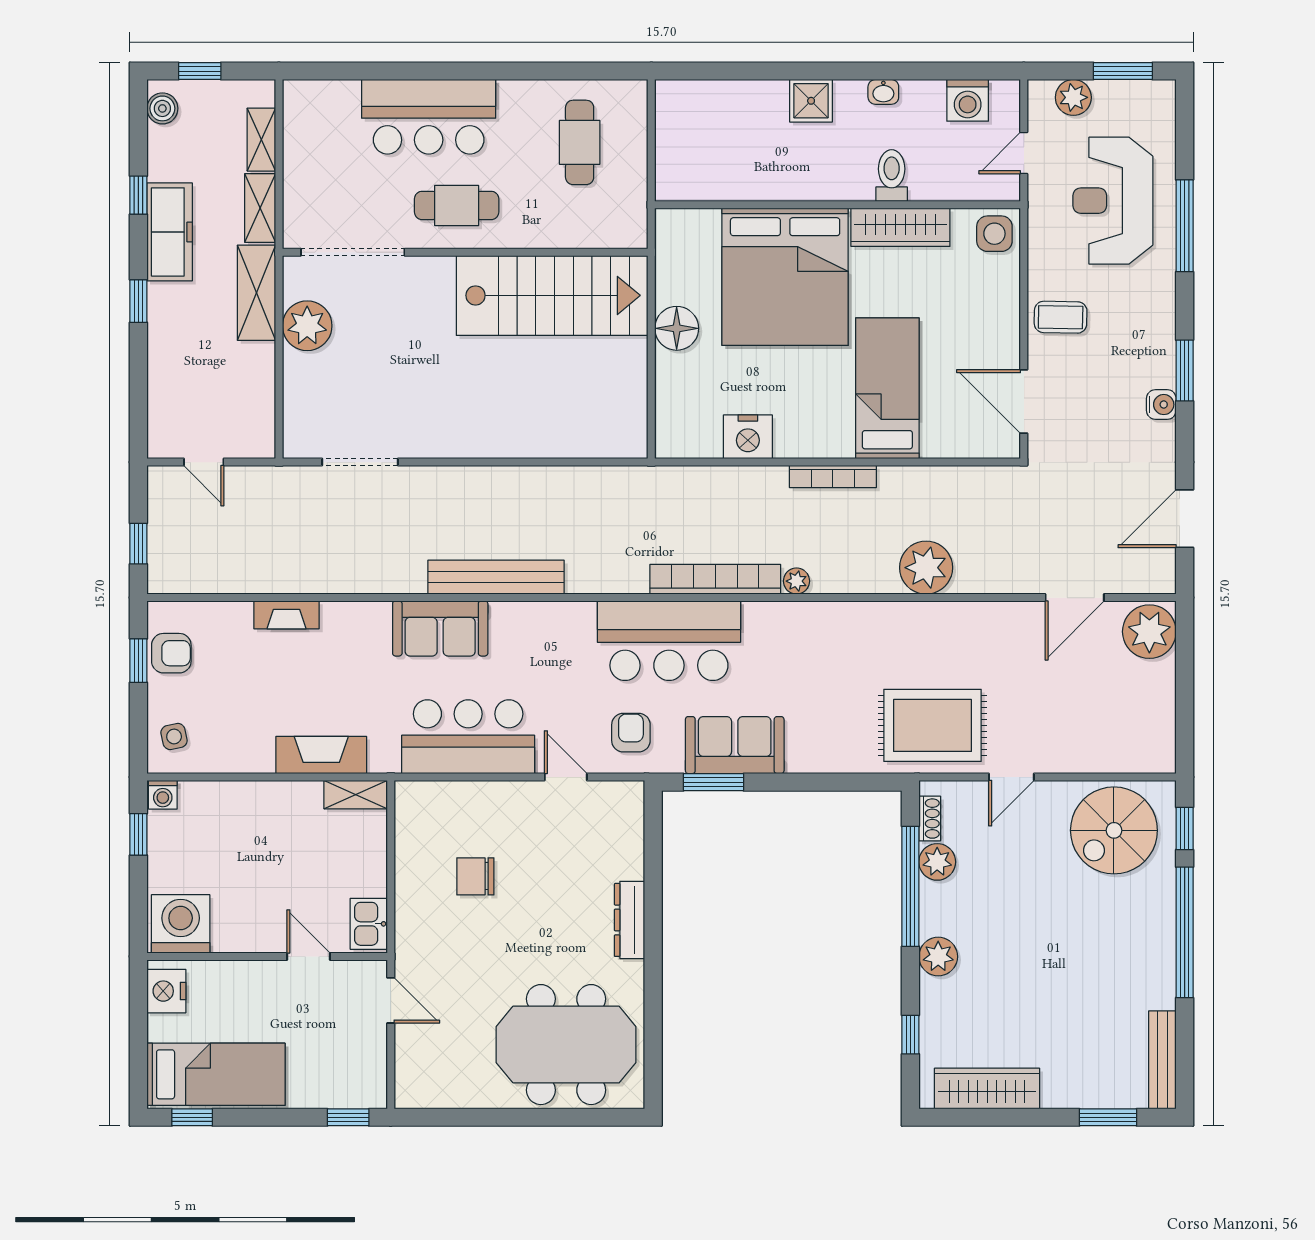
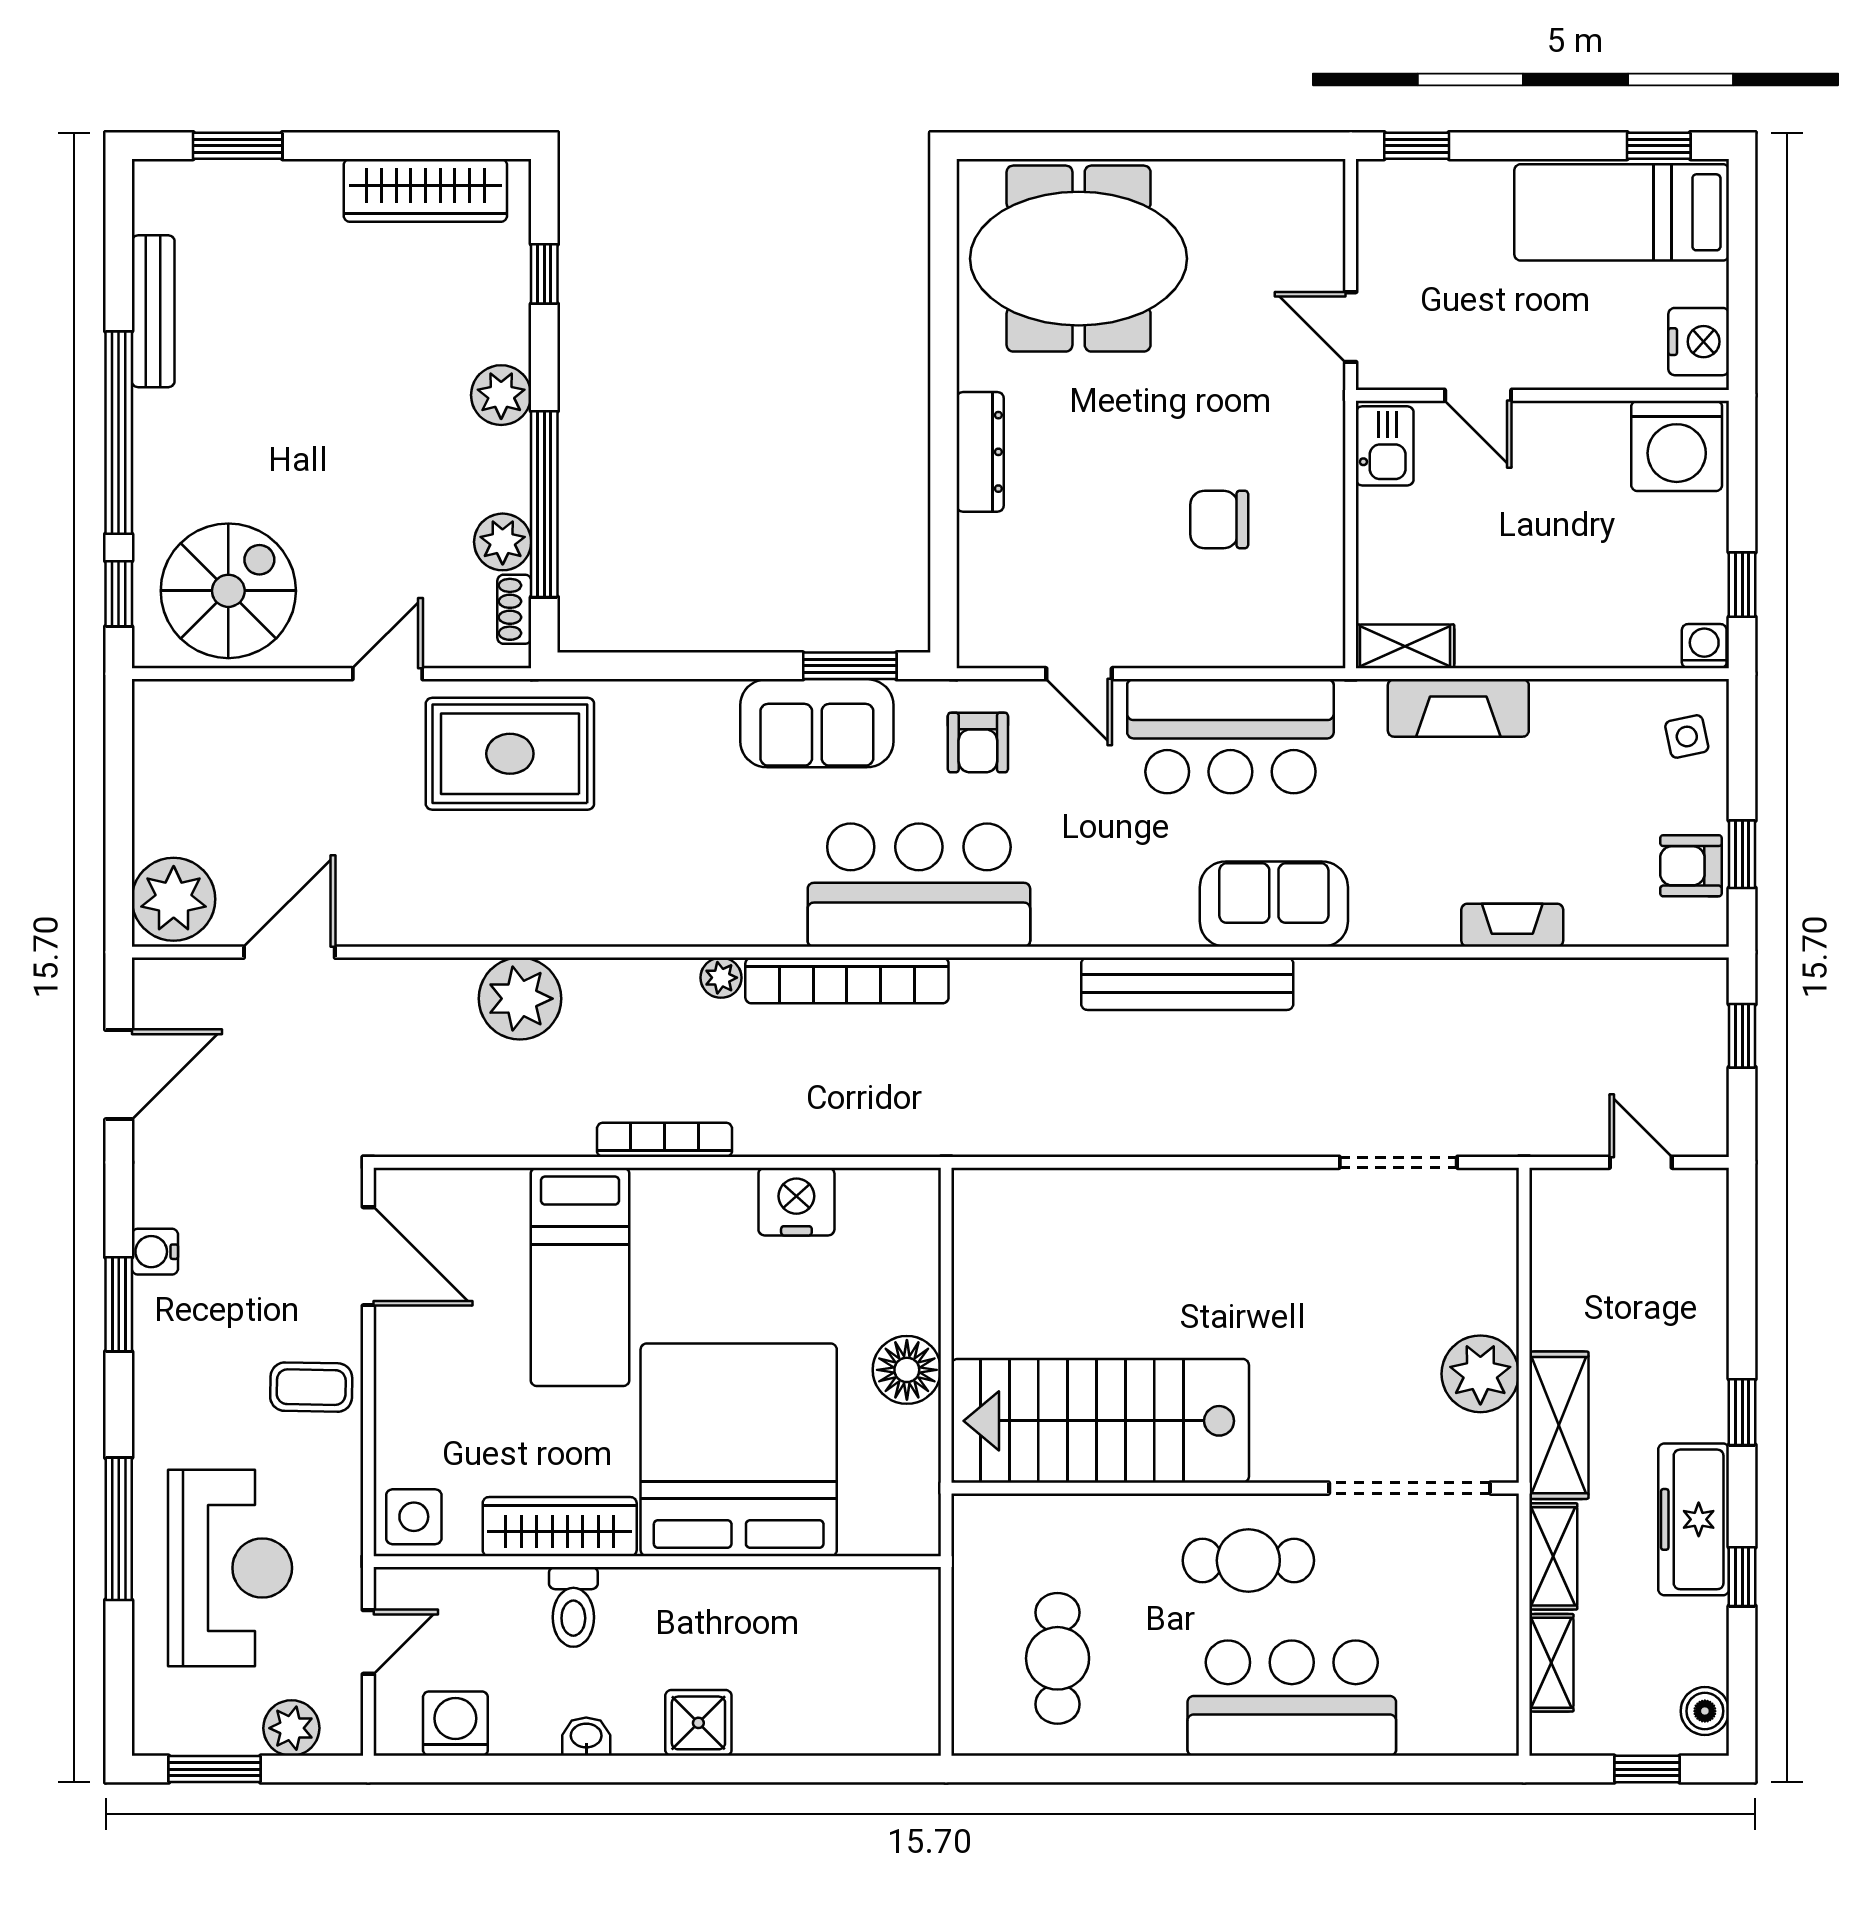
chair: (475, 876) -> (1219, 519), turned 180
bench: (1162, 1060) -> (153, 311), moved

